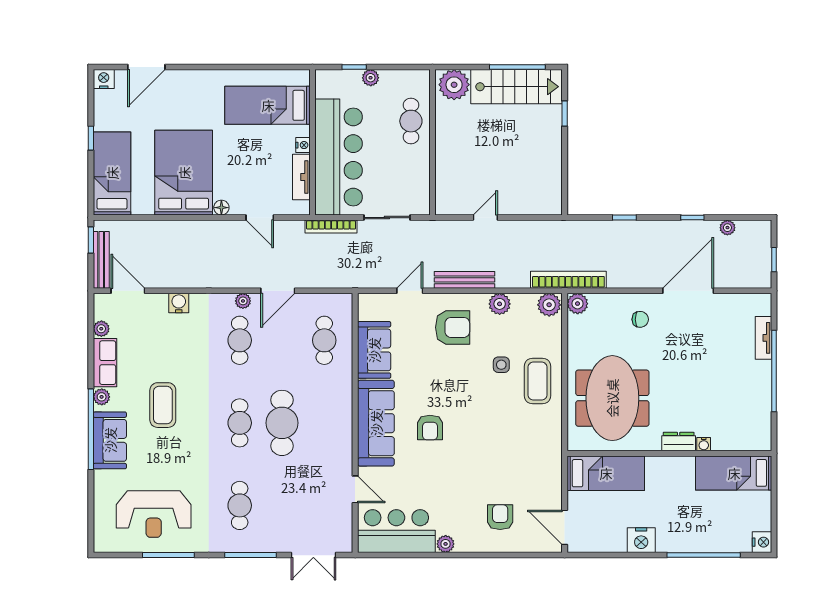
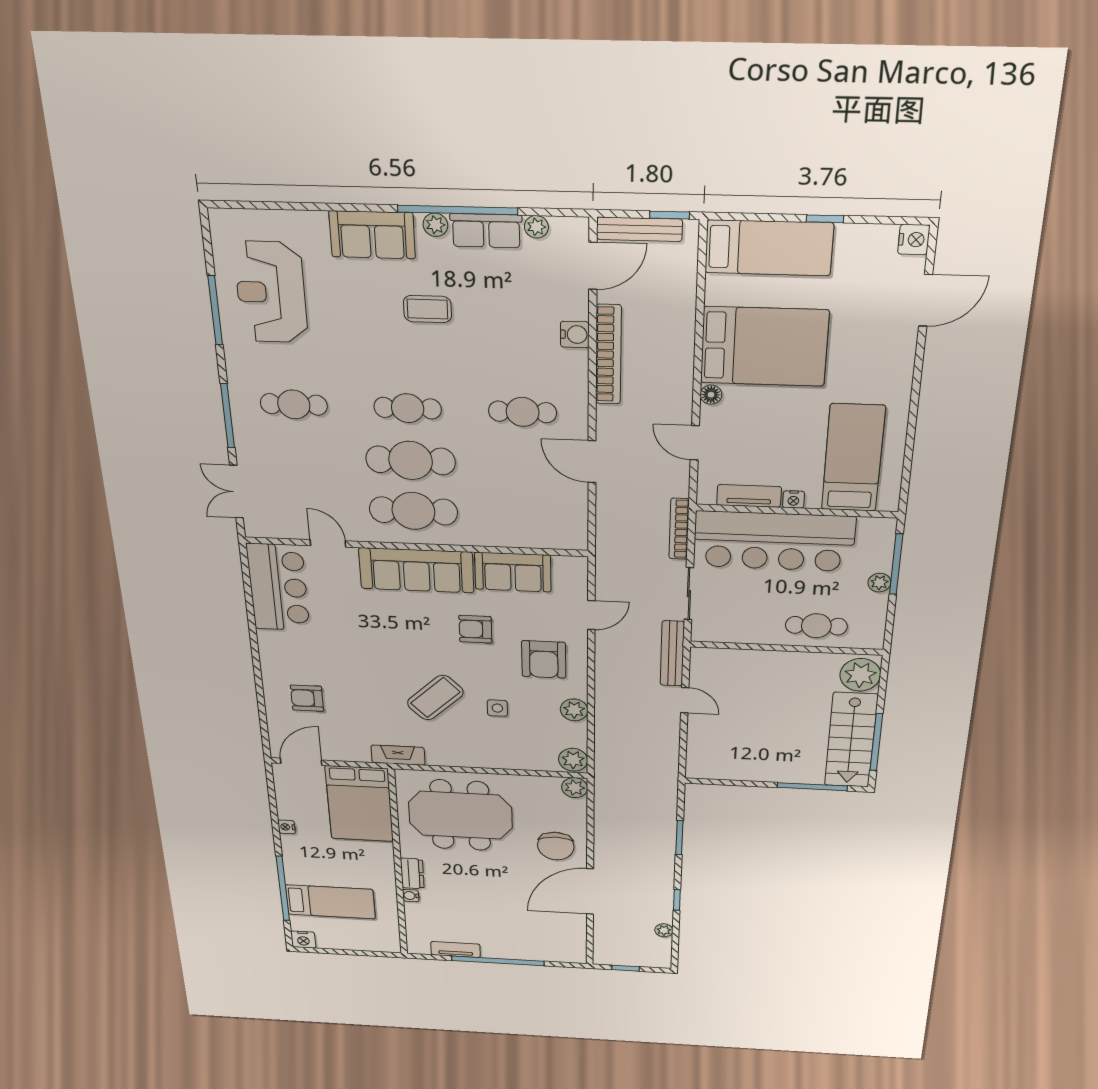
door: (146, 67) -> (926, 300), swing flipped
window: (354, 67) -> (896, 564), width x2.17
window: (565, 113) -> (812, 787), width x2.17
door: (260, 218) -> (695, 443), hinge flipped
window: (624, 218) -> (679, 838), width x1.50
bench: (465, 280) -> (672, 654), moved
bookcase: (568, 280) -> (608, 355), moved
door: (410, 291) -> (591, 615), hinge flipped
door: (688, 291) -> (590, 892), swing flipped
plant: (243, 301) -> (578, 418), removed
chair: (640, 319) -> (556, 846), width x1.87, depth x1.87
tv unit: (763, 338) -> (456, 950), moved
cafe table: (324, 340) -> (413, 511), moved, width x1.37, depth x1.35
coffee table: (538, 381) -> (435, 698), moved, turned -44
coffee table: (163, 405) -> (427, 309), width x0.73, depth x0.77
armchair: (430, 428) -> (475, 629), moved
window: (91, 429) -> (458, 210), moved
fireplace: (553, 447) -> (398, 755), added
bed: (606, 473) -> (359, 804), width x1.50
bed: (734, 473) -> (330, 902), moved, turned 90
door: (355, 489) -> (328, 543), swing flipped
armchair: (500, 517) -> (307, 698), turned 180
nightstand: (641, 540) -> (287, 827), width x0.53, depth x0.56
plant: (446, 544) -> (268, 640), removed

